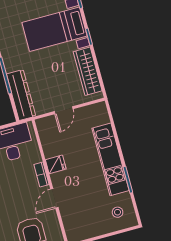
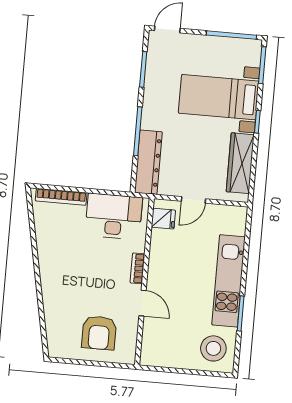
fridge: (56, 164) -> (163, 219), moved
door: (54, 198) -> (143, 303), swing flipped
stool: (118, 212) -> (213, 348), width x1.89, depth x1.89

